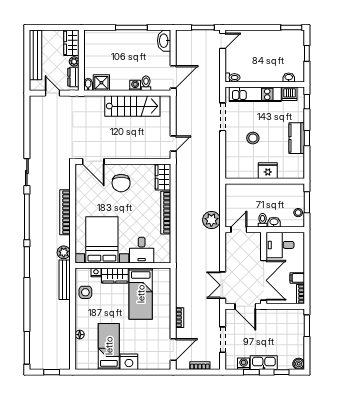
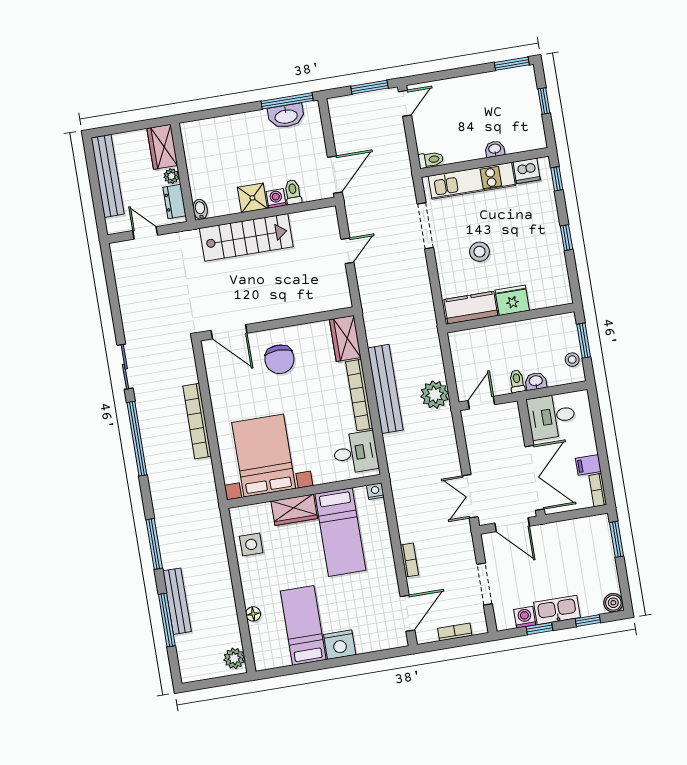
window: (131, 27) -> (287, 101), moved
washbasin: (164, 41) -> (286, 116), moved, turned -90
washbasin: (289, 77) -> (495, 149), moved
shower: (101, 83) -> (252, 198), moved
stairs: (132, 106) -> (246, 237), moved
kitchen counter: (297, 138) -> (471, 308), moved, turned 90
door: (173, 144) -> (347, 251), moved
bench: (182, 212) -> (385, 389), added
desk: (142, 250) -> (355, 453), moved, turned -90
plant: (64, 252) -> (234, 658), moved
window: (27, 262) -> (154, 544), moved
nightstand: (96, 272) -> (375, 491), moved
bench: (65, 280) -> (177, 601), moved
window: (27, 348) -> (167, 620), moved
window: (52, 372) -> (218, 682), removed

